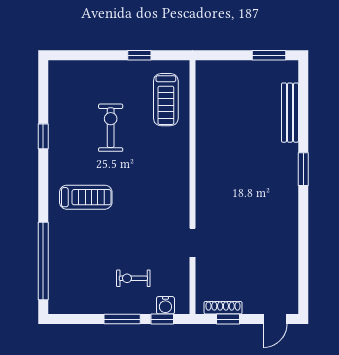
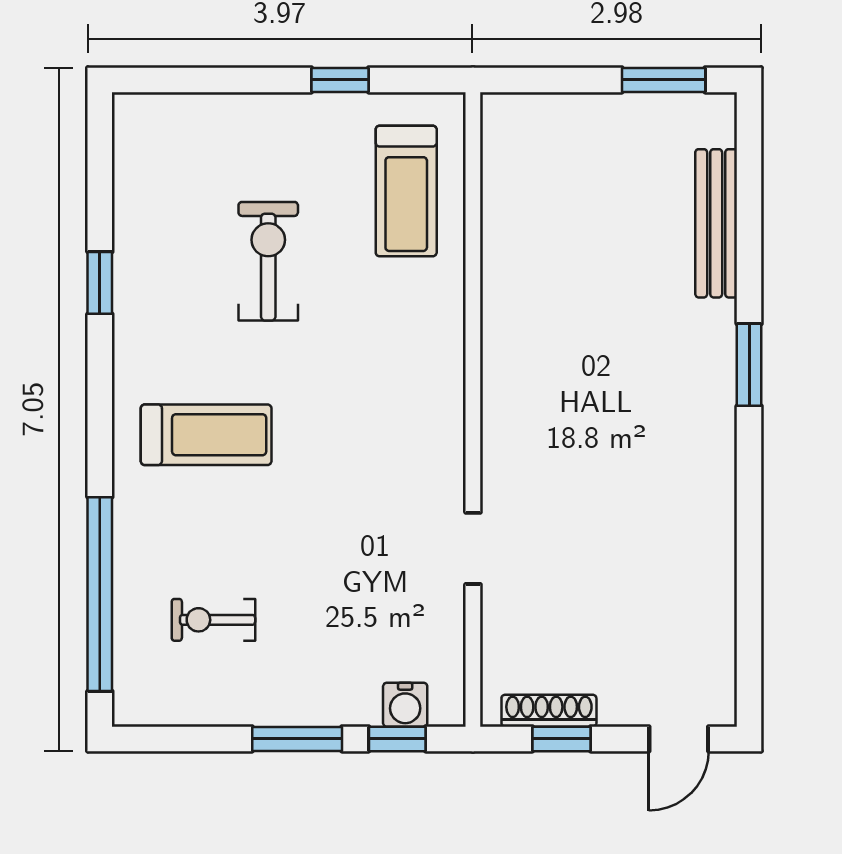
exercise bike: (133, 278) -> (213, 620), moved

